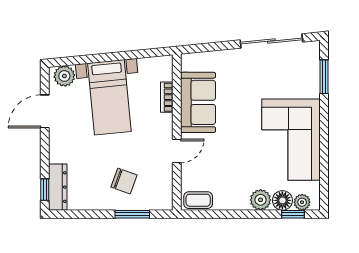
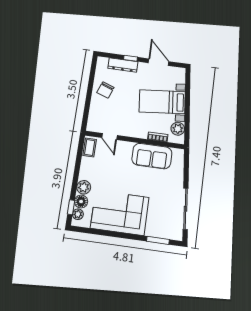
plant: (64, 76) -> (178, 129), moved
door: (177, 151) -> (109, 137), moved
chair: (124, 181) -> (105, 90), moved
dresser: (58, 187) -> (123, 65), moved
window: (45, 190) -> (131, 58), moved
window: (132, 214) -> (87, 106), removed

